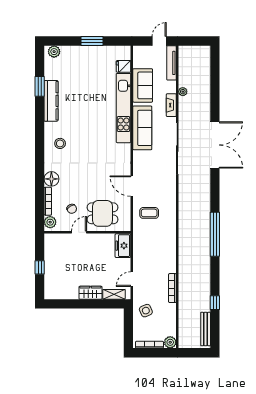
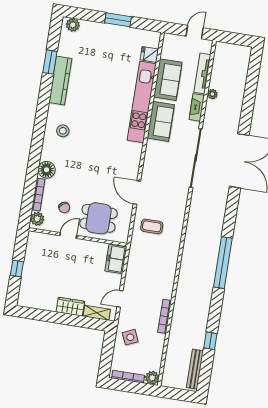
tv unit: (171, 63) -> (202, 74), moved
sofa: (142, 128) -> (161, 121), width x0.73

